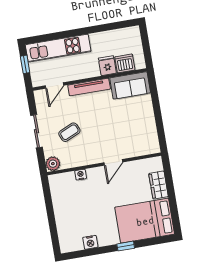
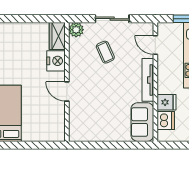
nightstand: (81, 175) -> (56, 61), width x1.89, depth x1.79
wardrobe: (159, 185) -> (57, 36), moved, turned -90

